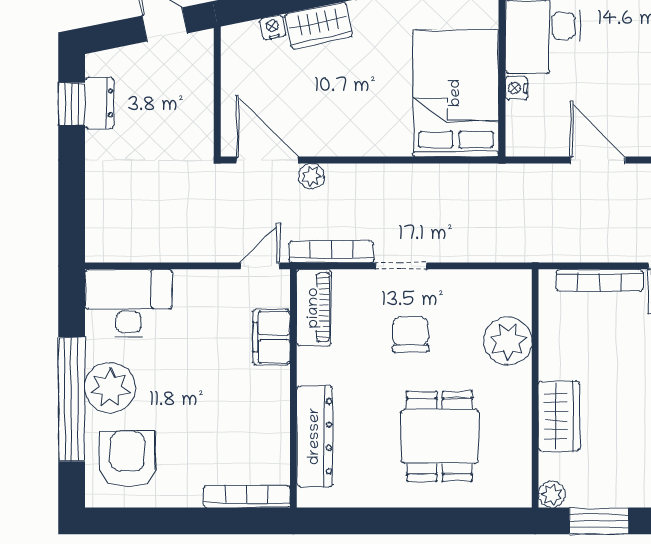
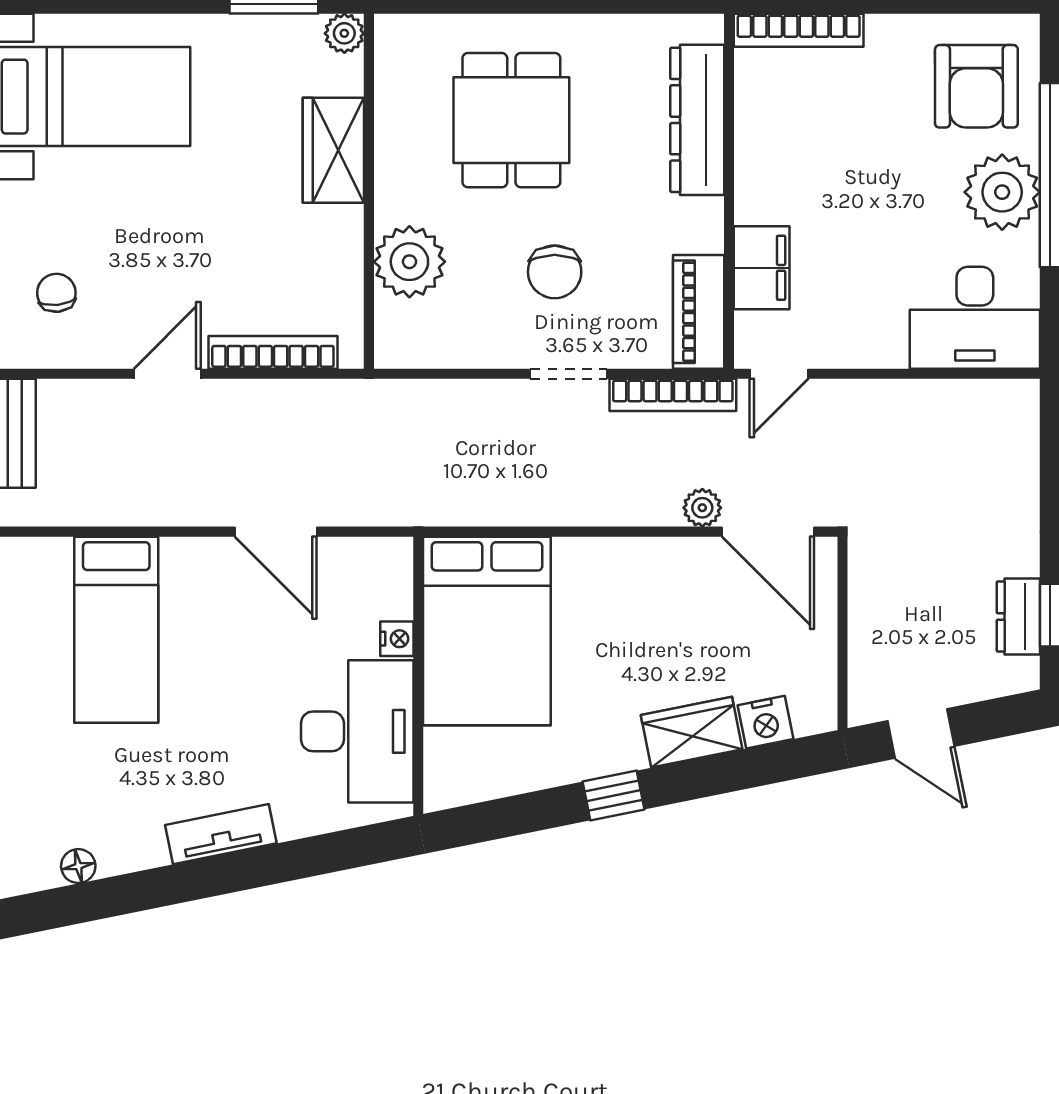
nightstand: (273, 27) -> (765, 722), width x1.39, depth x1.35

